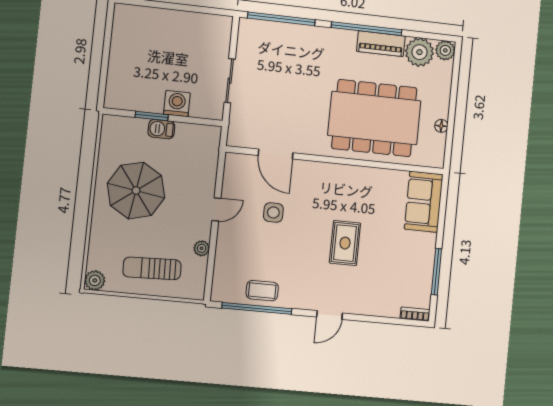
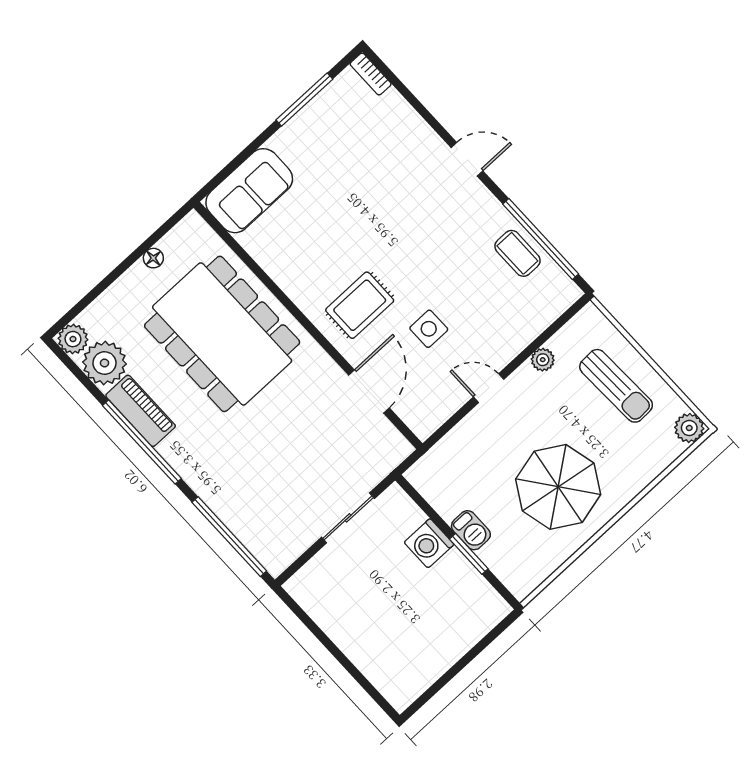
rug: (345, 243) -> (360, 305), moved

